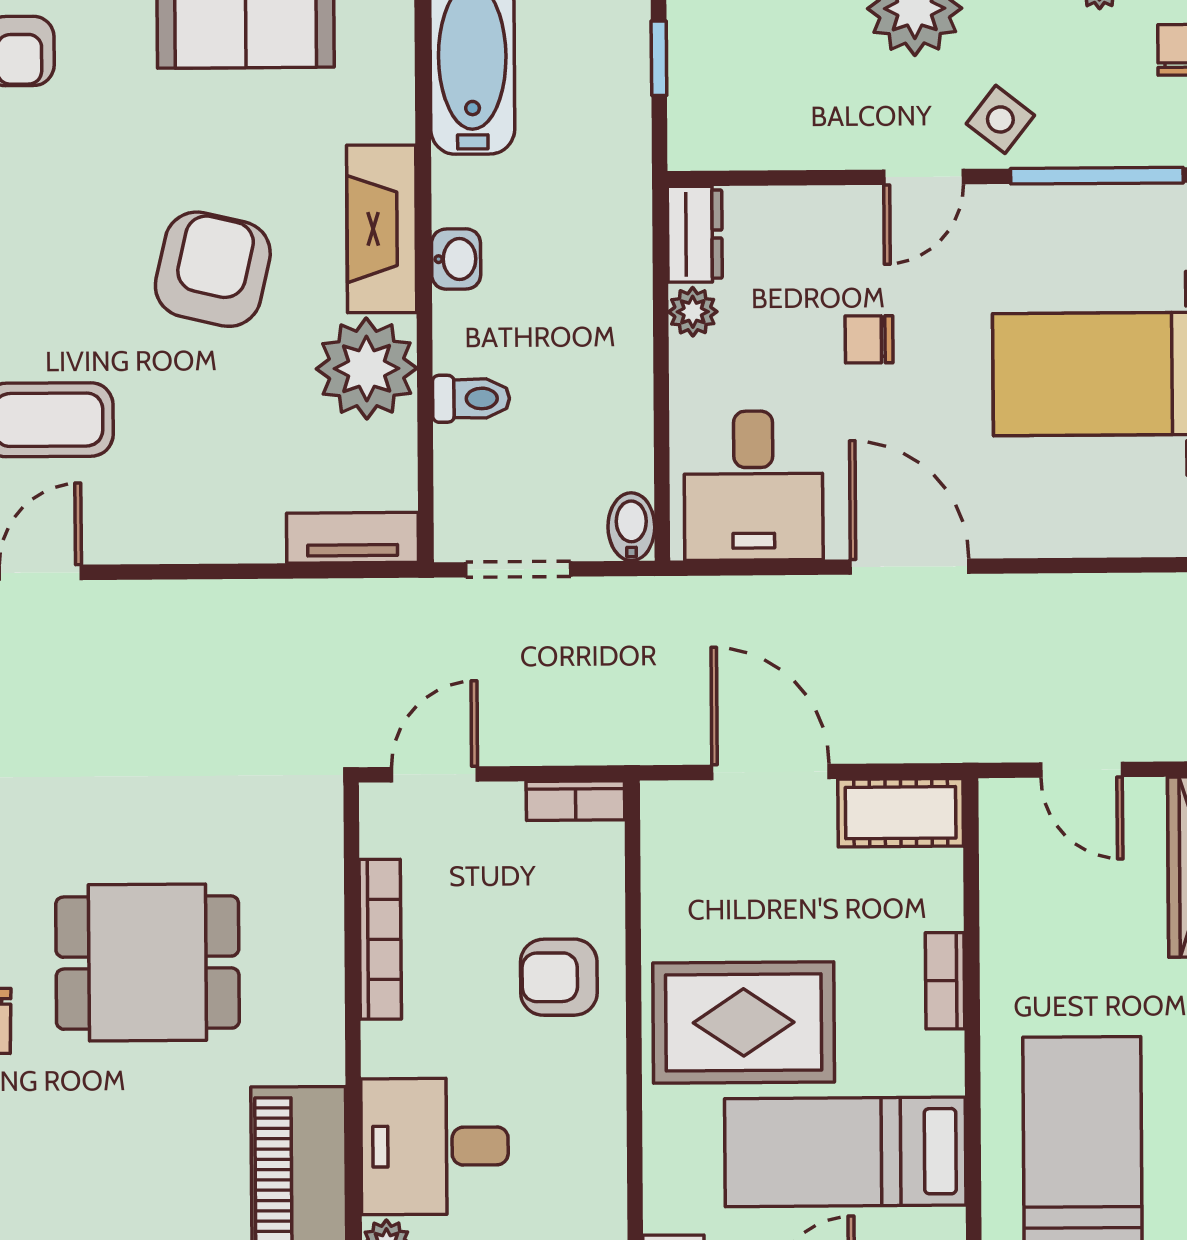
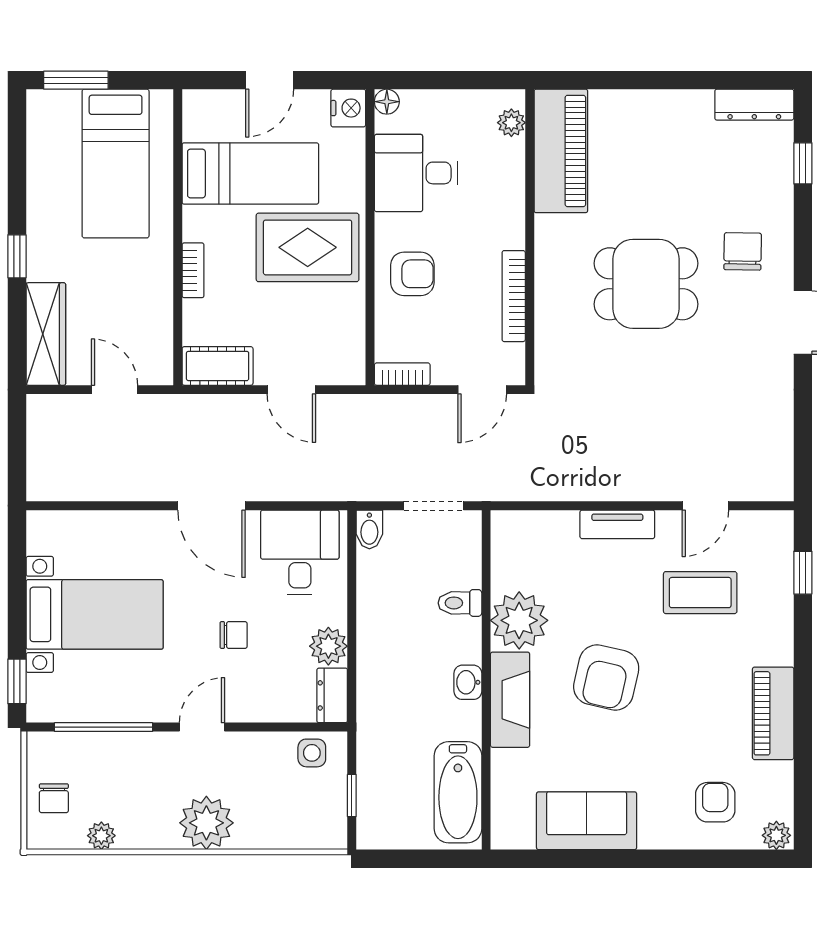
side table: (1000, 119) -> (312, 753), moved, turned -38
plant: (693, 312) -> (328, 646), width x1.38, depth x1.38
tv unit: (353, 538) -> (617, 524), moved
door: (770, 772) -> (291, 390), width x0.73
desk: (435, 1146) -> (416, 173), moved, turned 180

